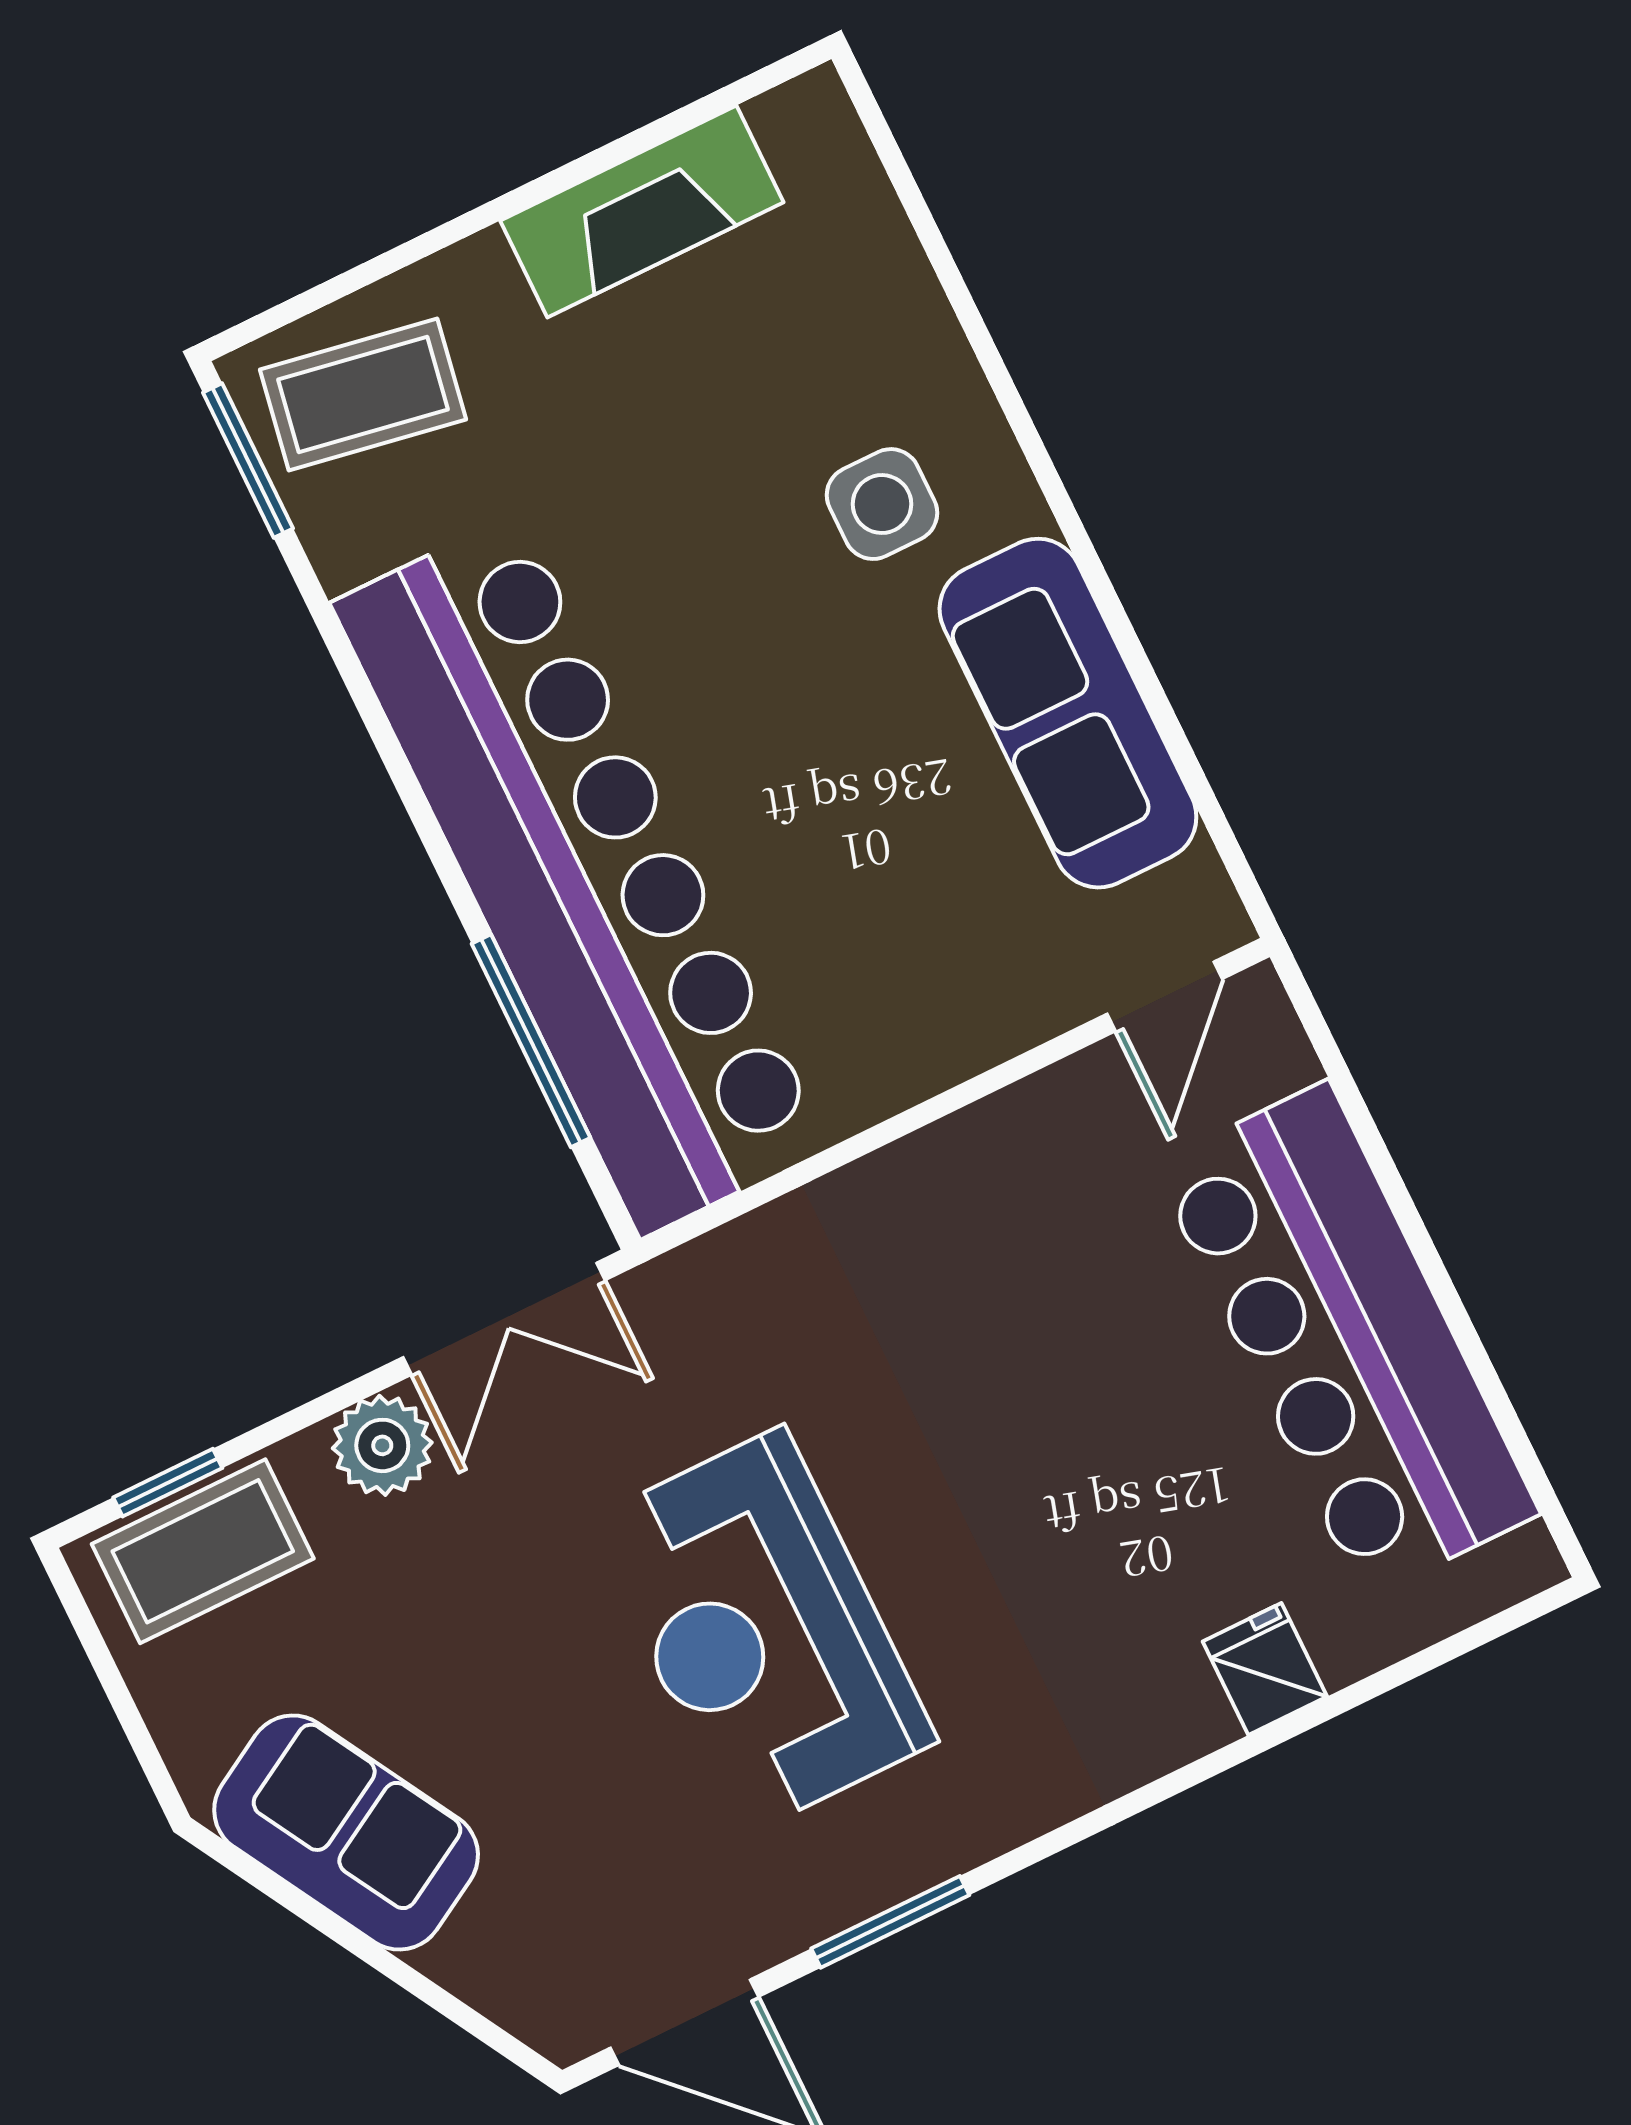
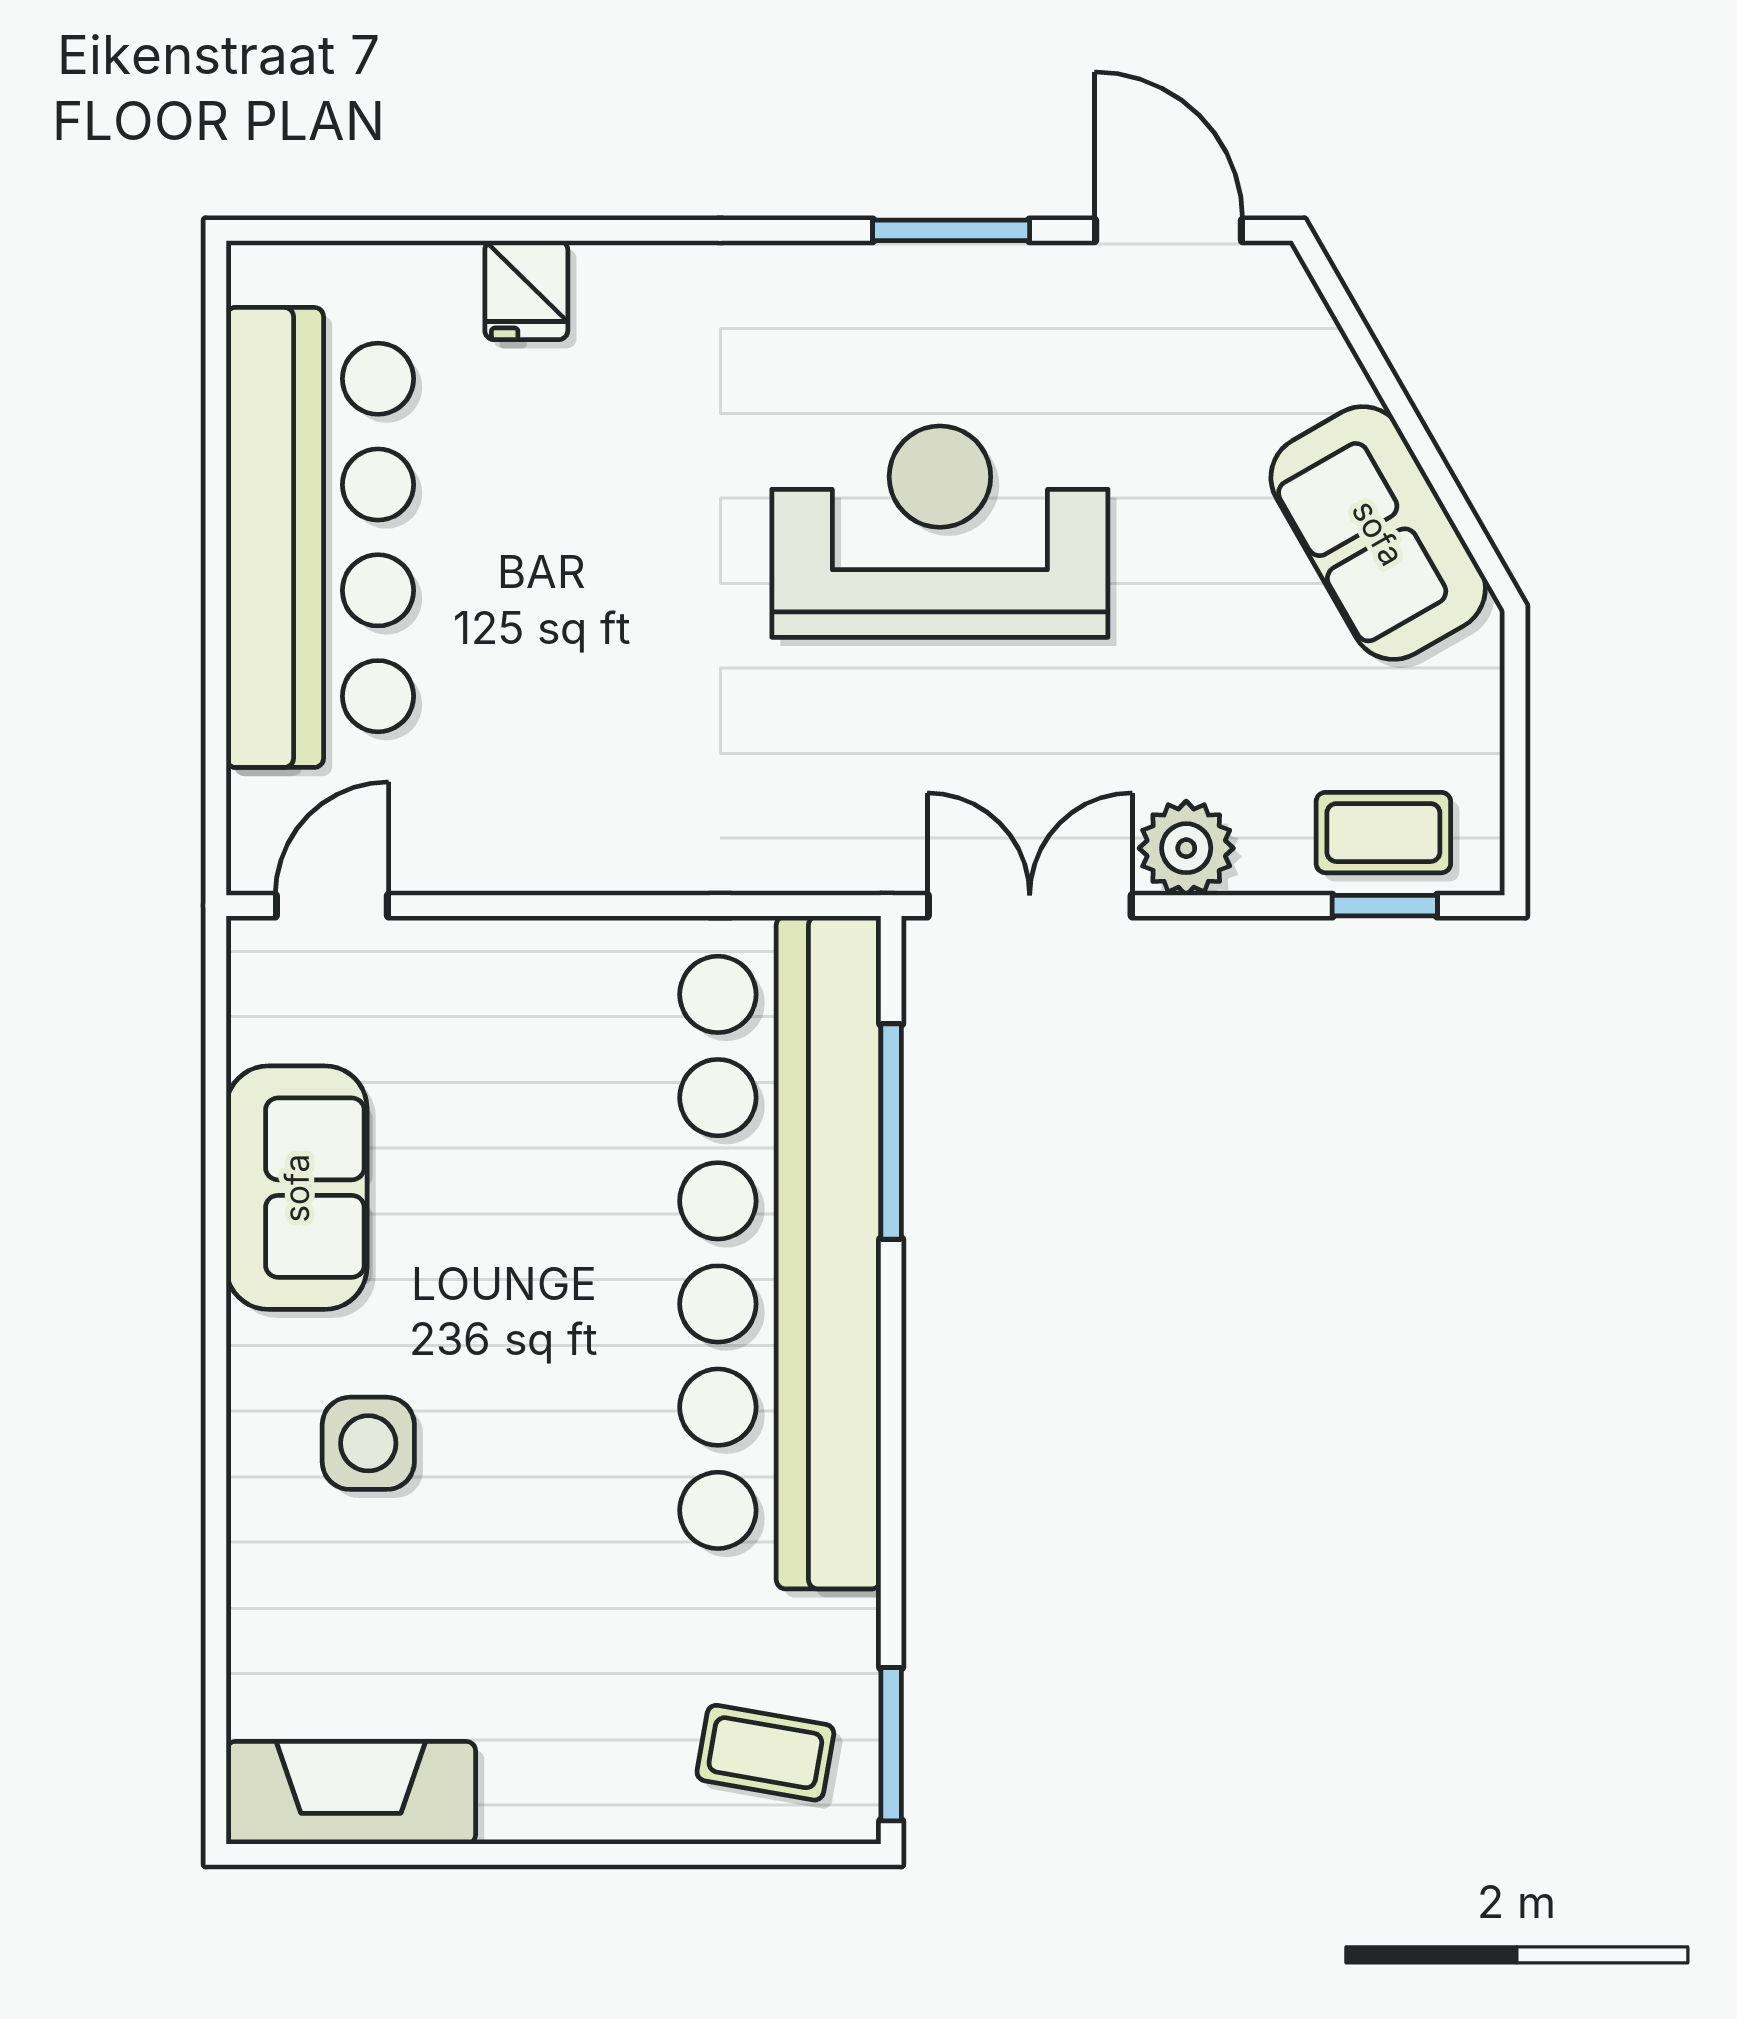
fireplace: (642, 211) -> (351, 1793), moved
coffee table: (363, 394) -> (765, 1753), width x0.73, depth x0.77
sofa: (1068, 713) -> (297, 1188), width x0.73
coffee table: (203, 1551) -> (1383, 833), width x0.73, depth x0.77
reception desk: (762, 1631) -> (940, 532), turned -90

